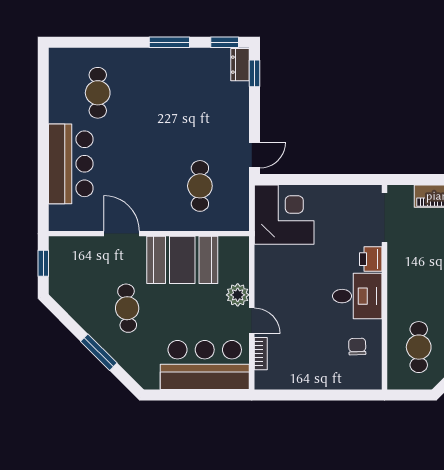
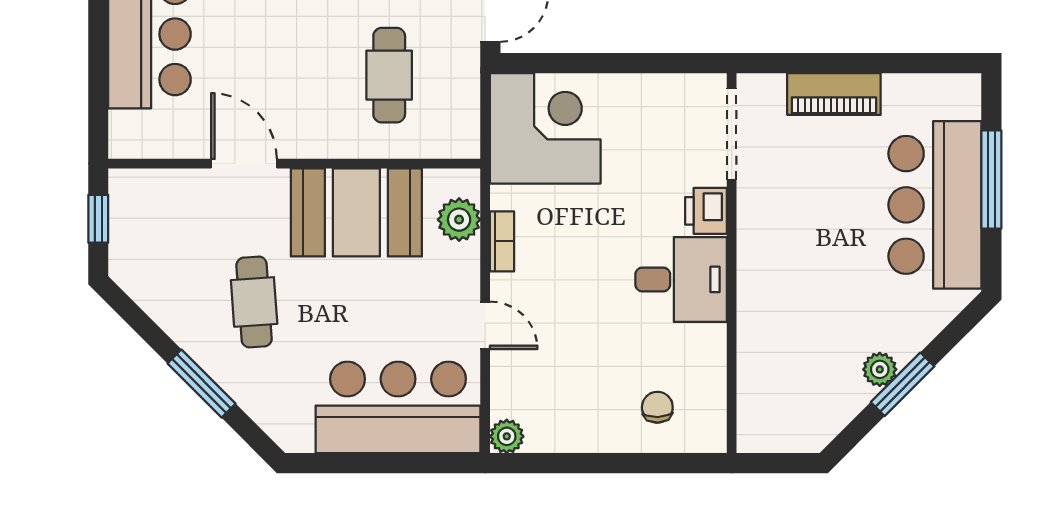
plant: (238, 295) -> (459, 220), moved
chair: (357, 347) -> (657, 407), moved
cafe table: (419, 347) -> (795, 374), removed
bookcase: (261, 354) -> (502, 241), moved
plant: (263, 381) -> (507, 436), added

